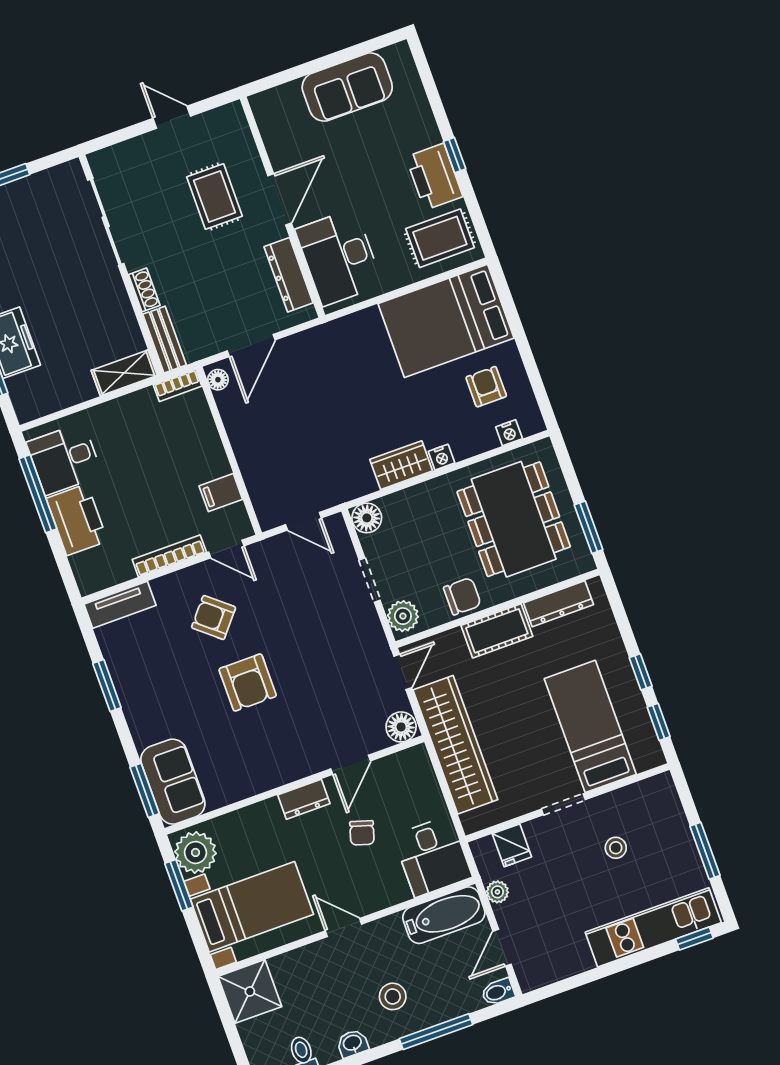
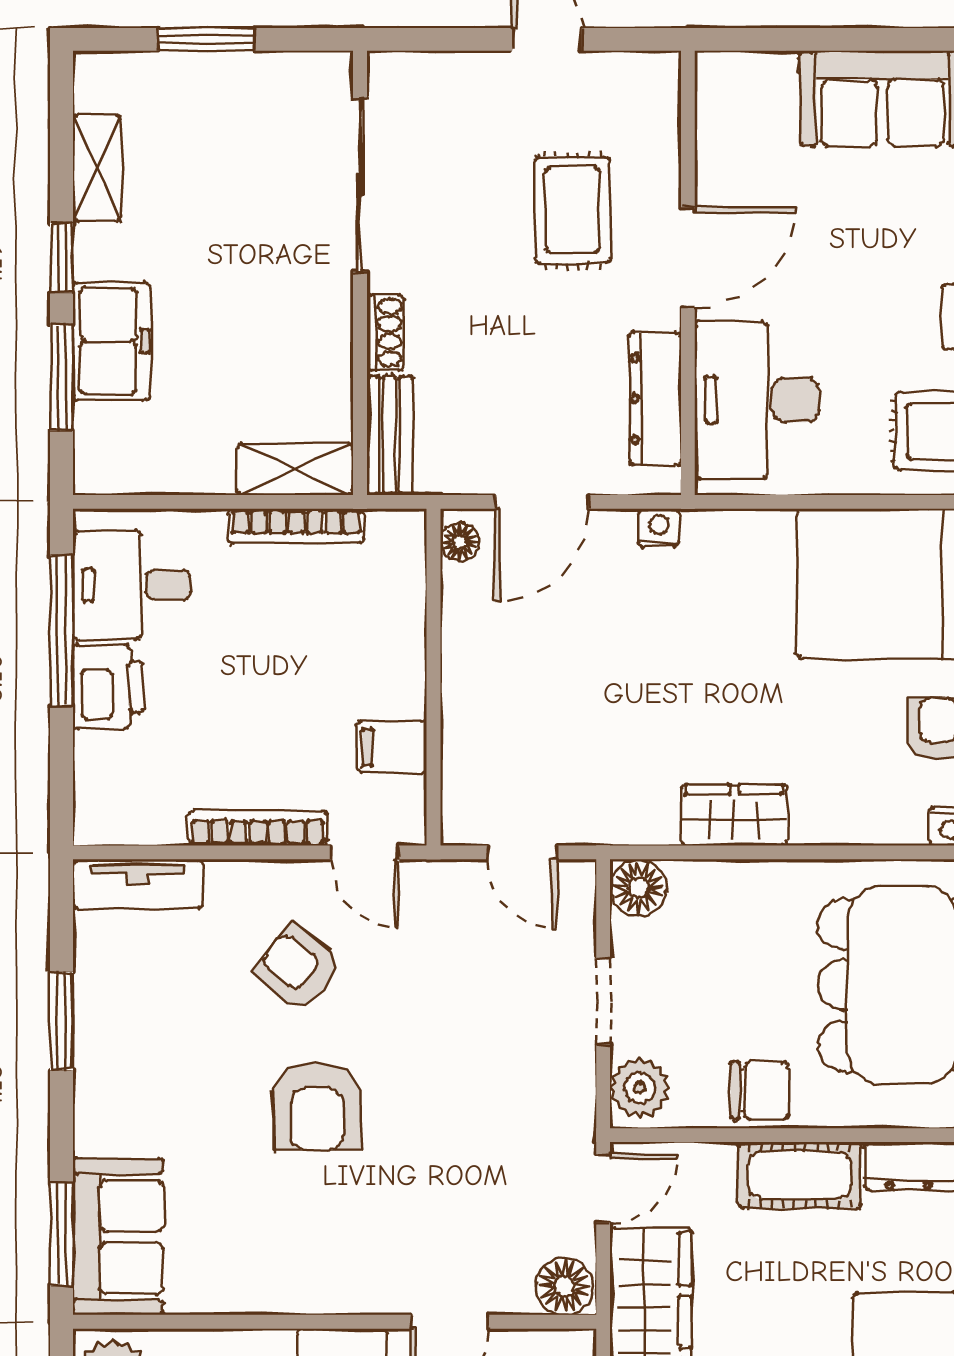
bookcase: (178, 385) -> (296, 526), moved, width x1.56
nightstand: (441, 457) -> (659, 528), moved, turned 180
printer: (77, 520) -> (108, 687), width x0.73, depth x0.84

